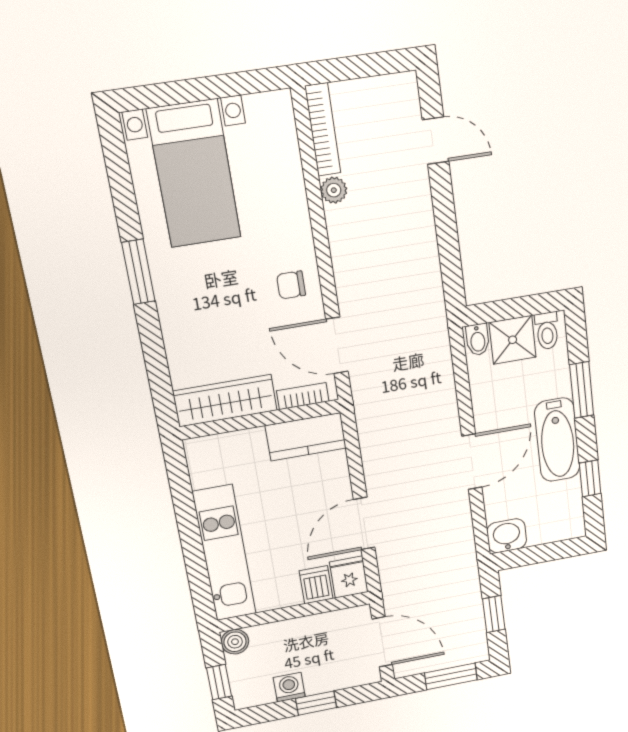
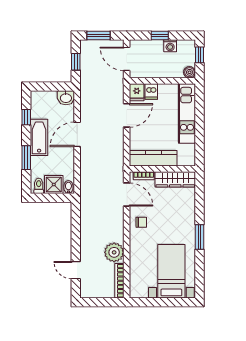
plant: (334, 190) -> (114, 252), width x1.88, depth x1.88
kitchen counter: (306, 437) -> (153, 158), width x1.50

